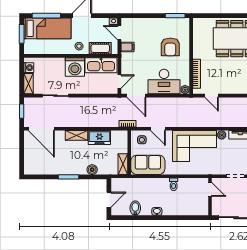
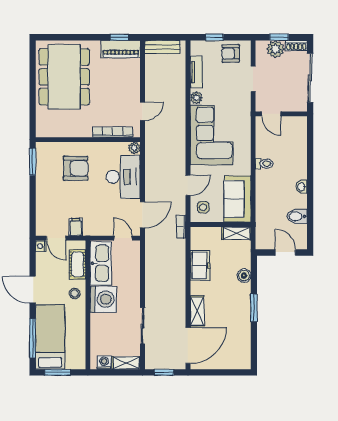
door: (119, 33) -> (56, 238), hinge flipped
shelving: (76, 135) -> (197, 311), moved
door: (210, 189) -> (271, 114), swing flipped

